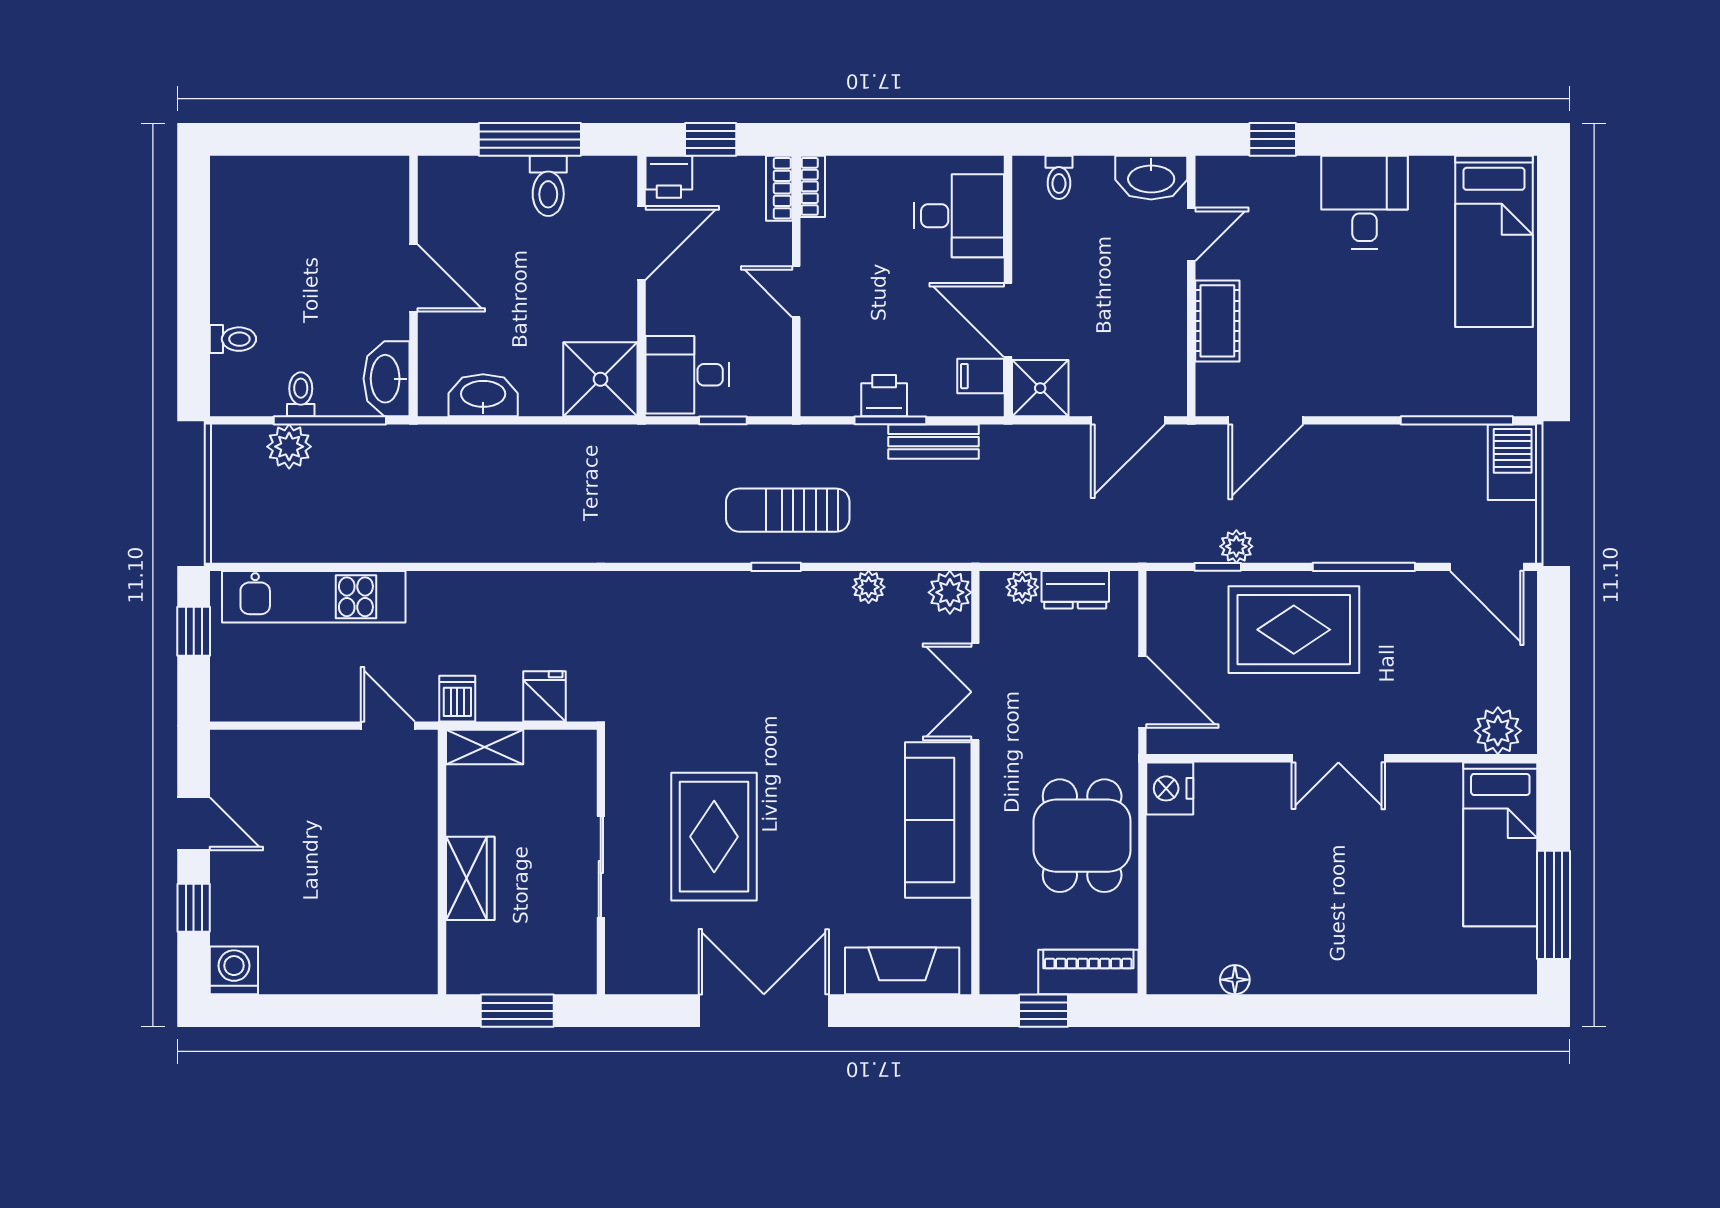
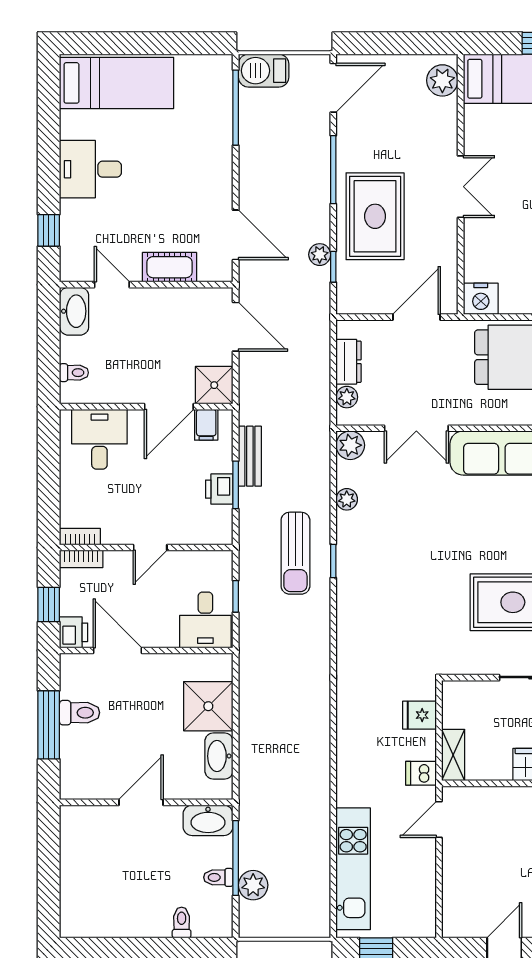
shower: (600, 379) -> (208, 706), moved

